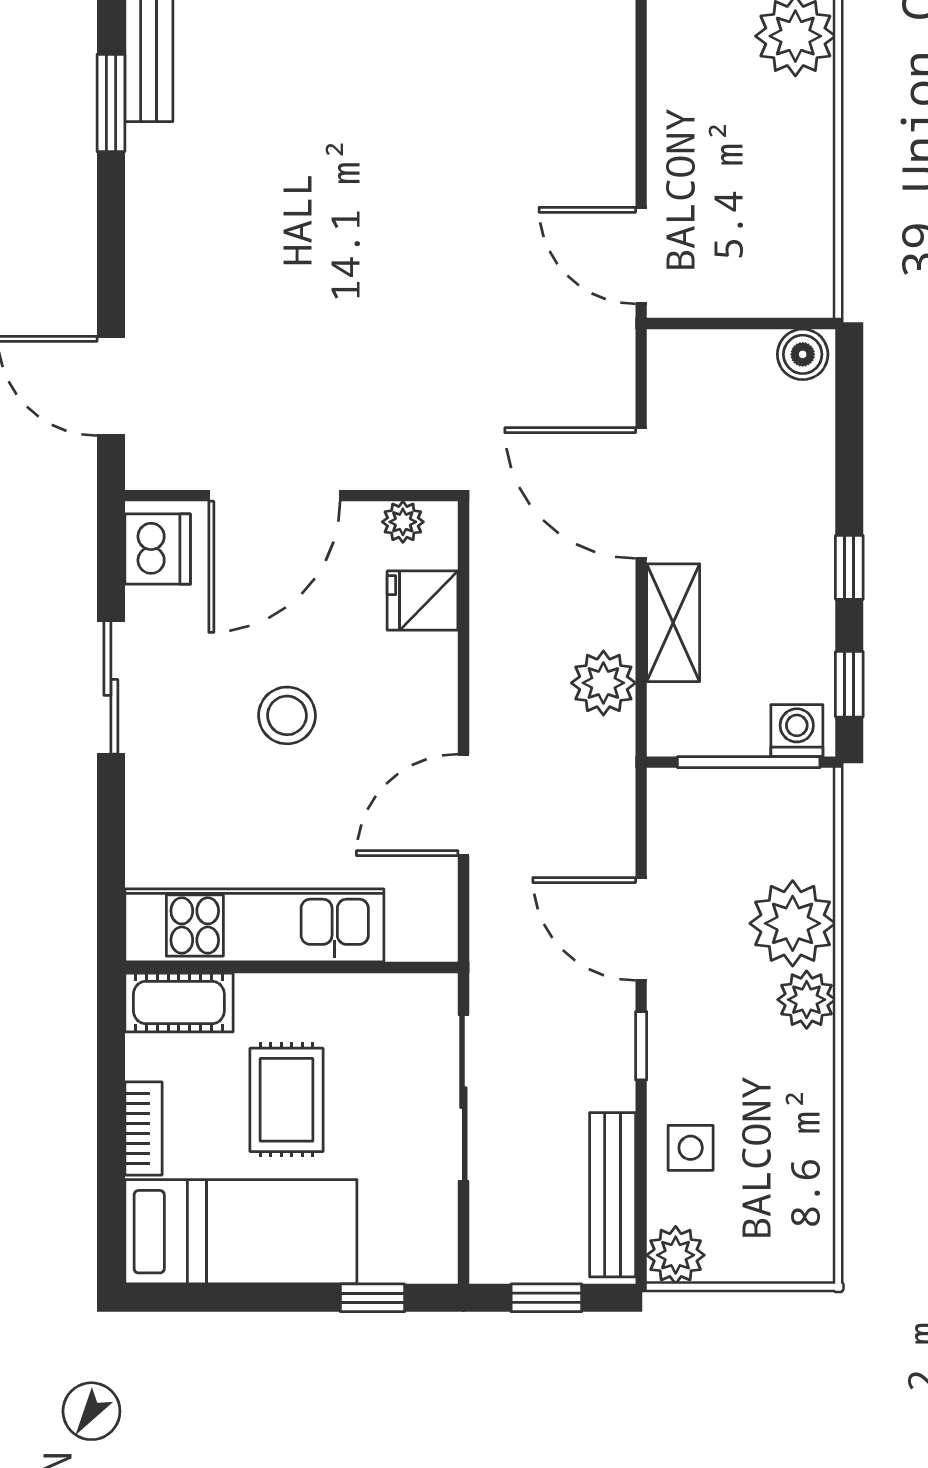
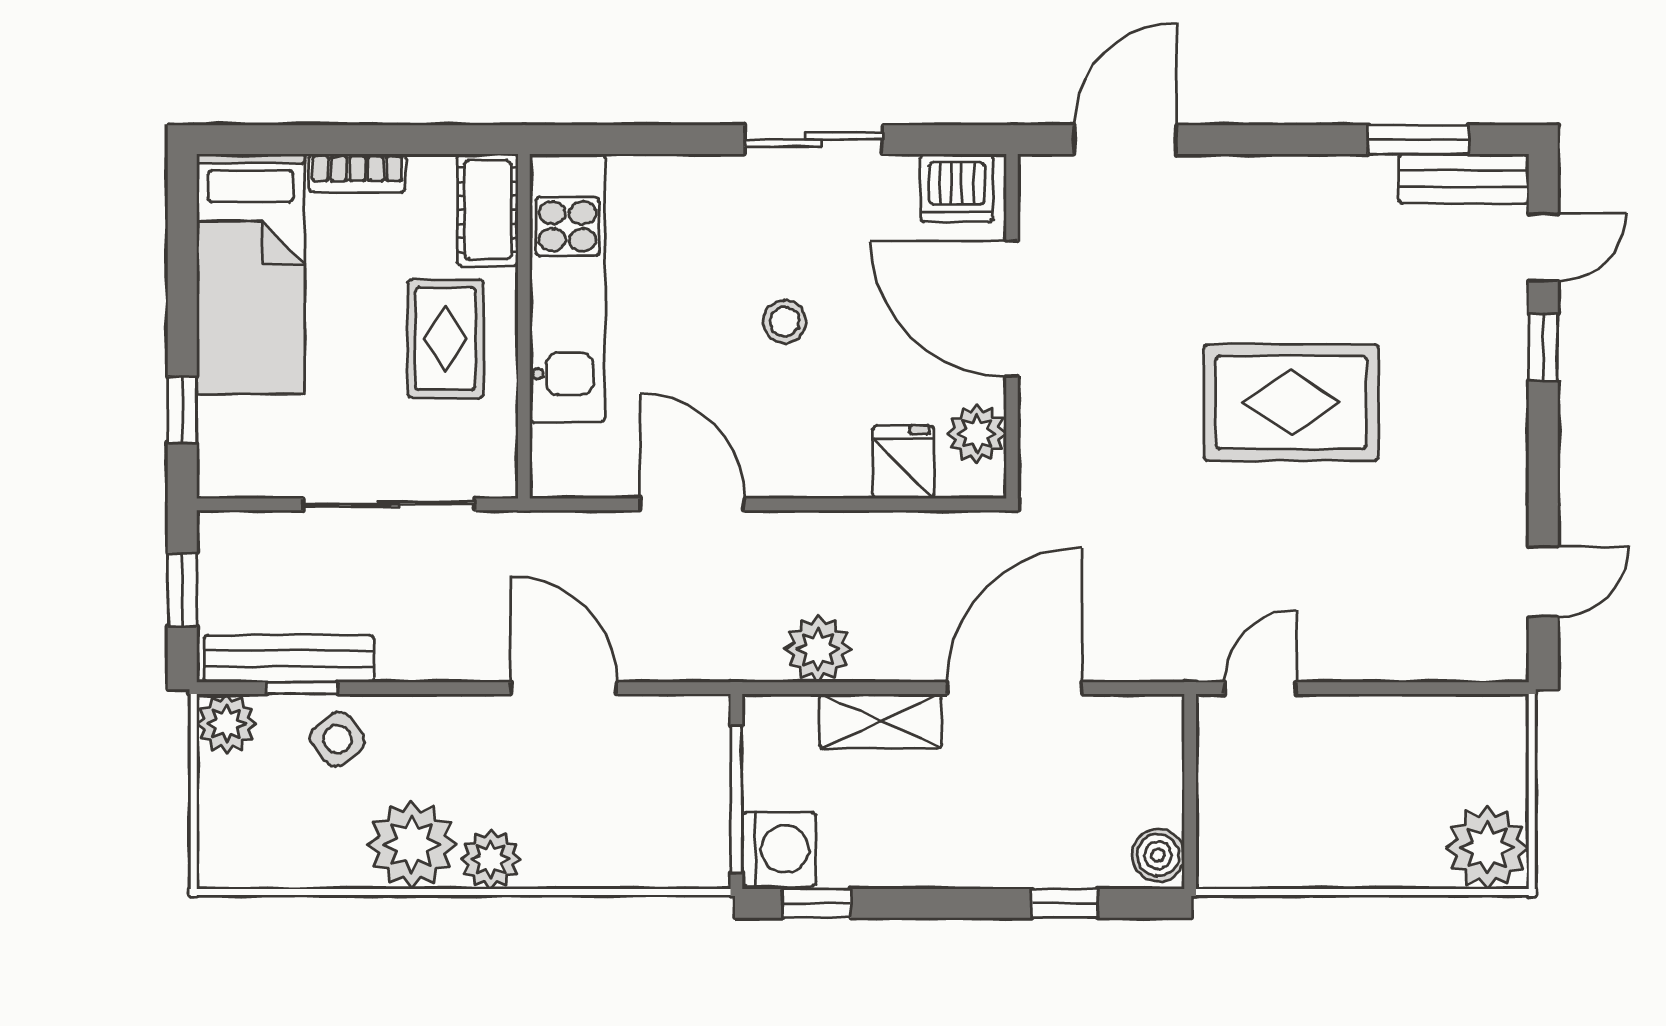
rug: (365, 226) -> (1291, 402), added
door: (641, 256) -> (1260, 688), width x0.73
plant: (403, 522) -> (977, 434), width x1.38, depth x1.38
window: (849, 567) -> (1065, 903), moved
stool: (287, 715) -> (785, 322), width x0.73, depth x0.73
washing machine: (797, 731) -> (779, 849), width x1.38, depth x1.38
plant: (793, 923) -> (412, 845), moved
door: (641, 929) -> (564, 688), hinge flipped
window: (641, 1046) -> (302, 688), moved
rug: (287, 1100) -> (445, 339), moved, turned 90
side table: (691, 1148) -> (337, 739), turned -37

